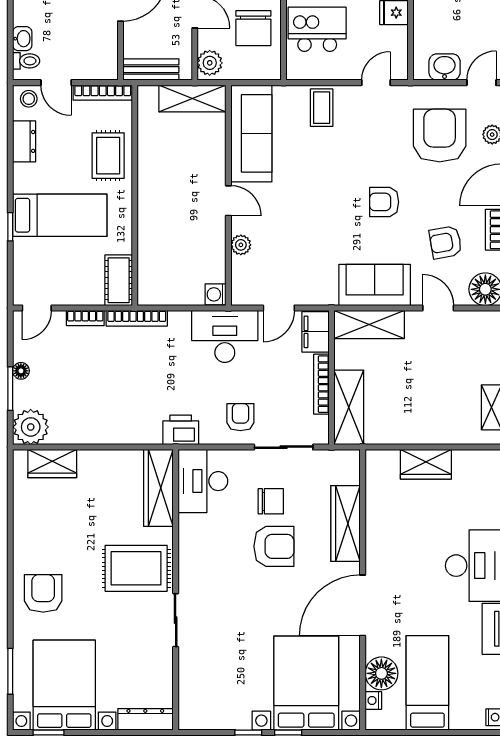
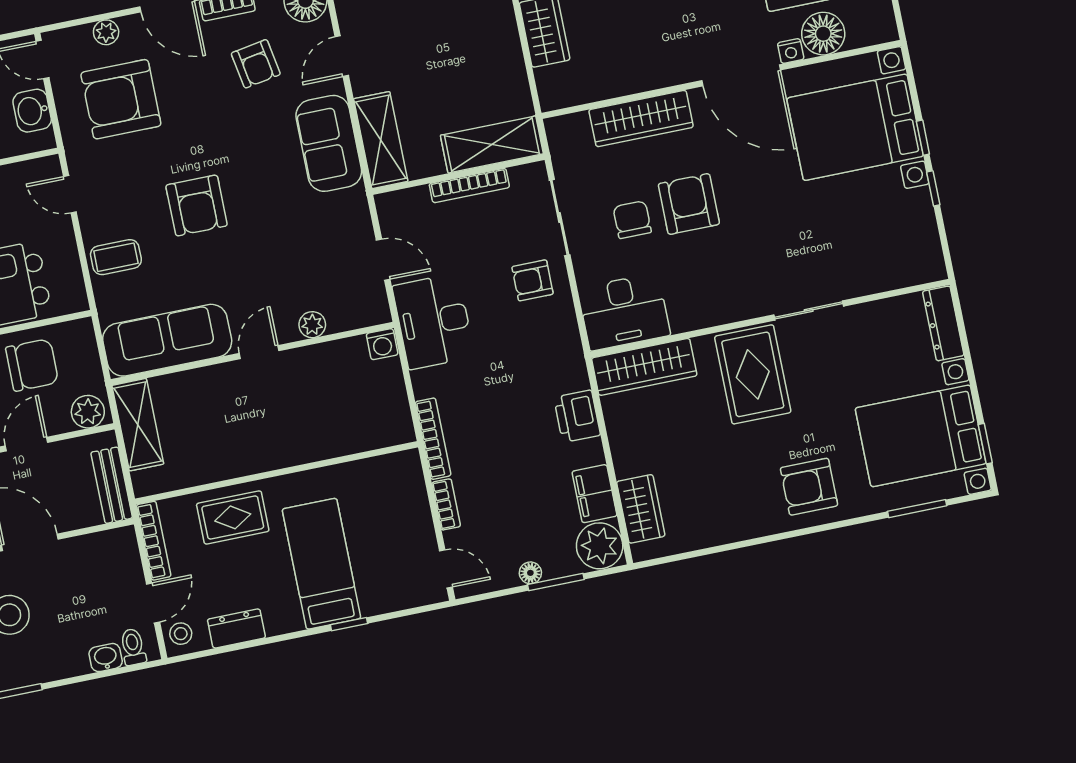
armchair: (384, 202) -> (197, 205), moved, width x1.38, depth x1.38
cot: (119, 280) -> (389, 472), removed
filing cabinet: (316, 332) -> (595, 494), moved, turned 90
printer: (181, 430) -> (577, 416), moved
nightstand: (373, 700) -> (791, 51), moved

